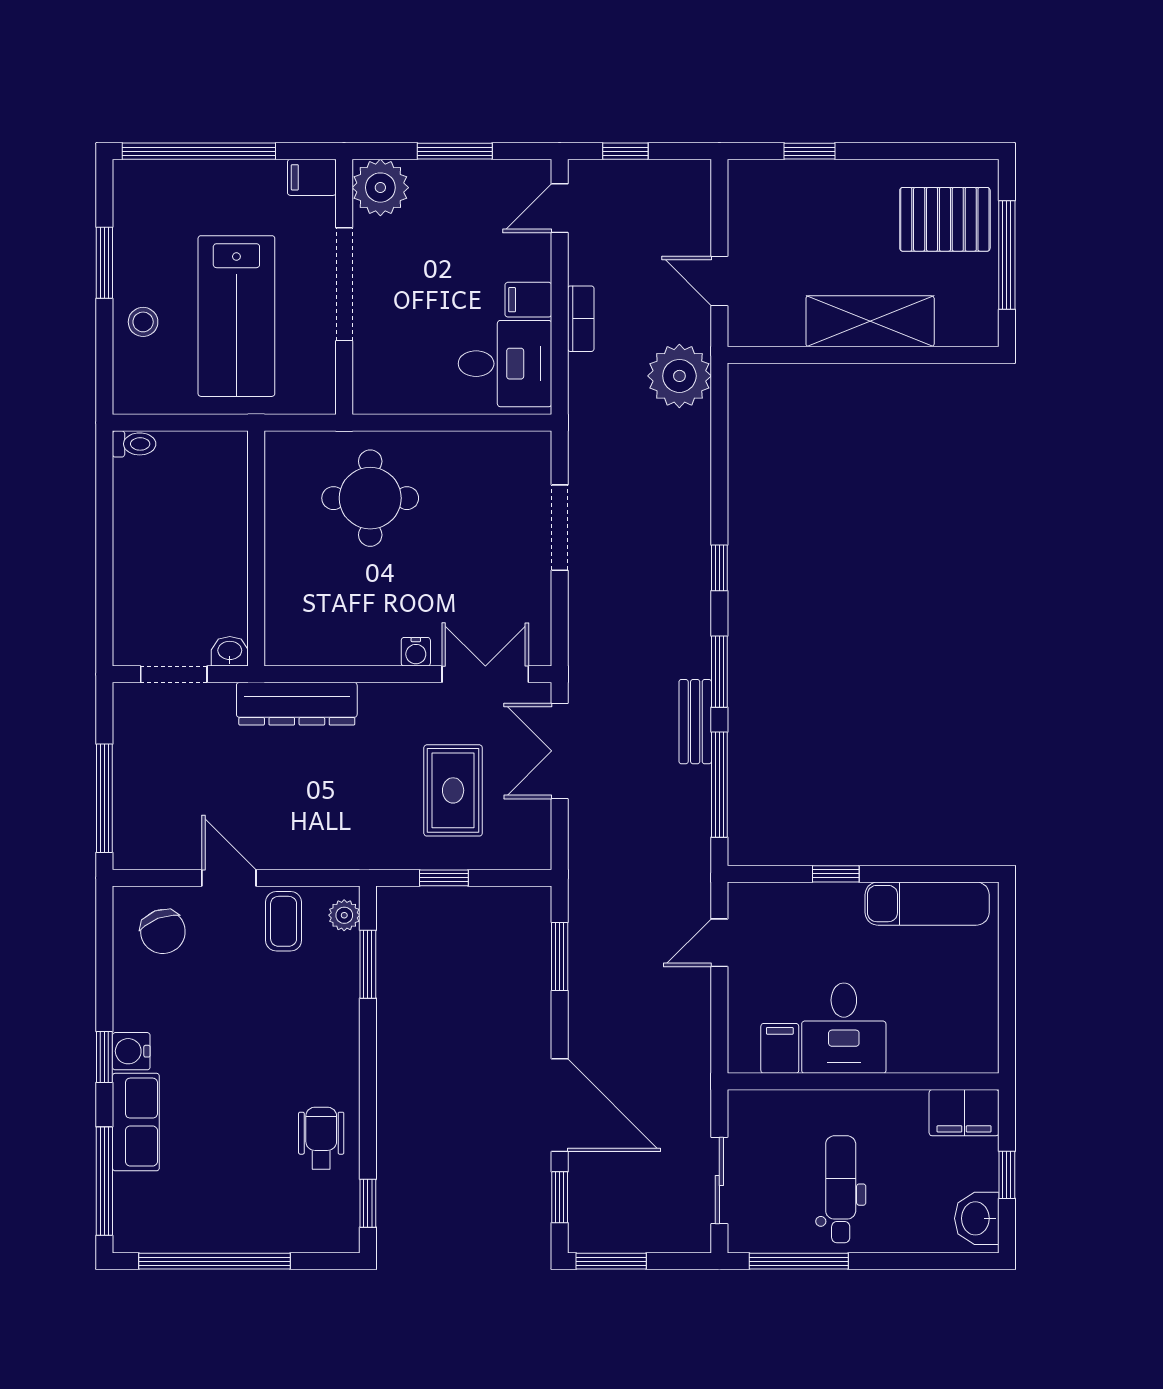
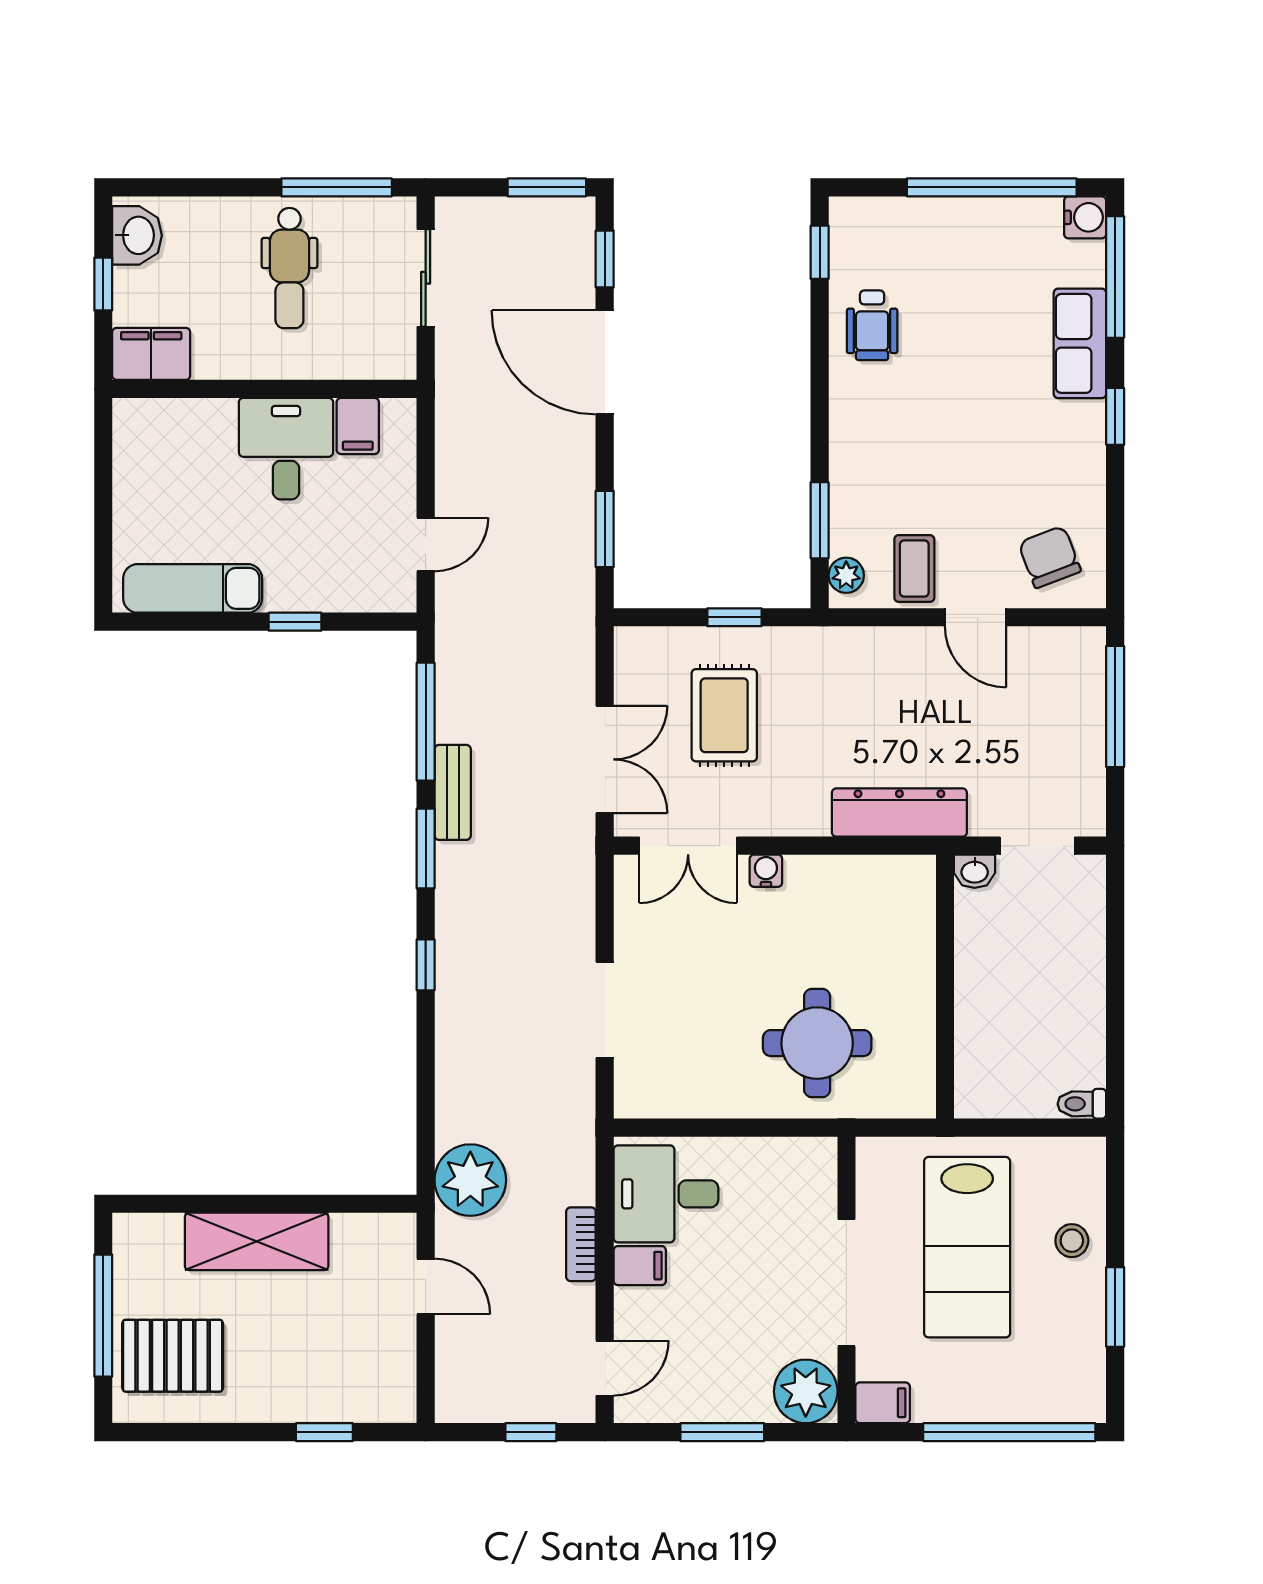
lab bench: (236, 316) -> (967, 1247), turned 180
water cooler: (131, 1051) -> (1085, 217), moved

